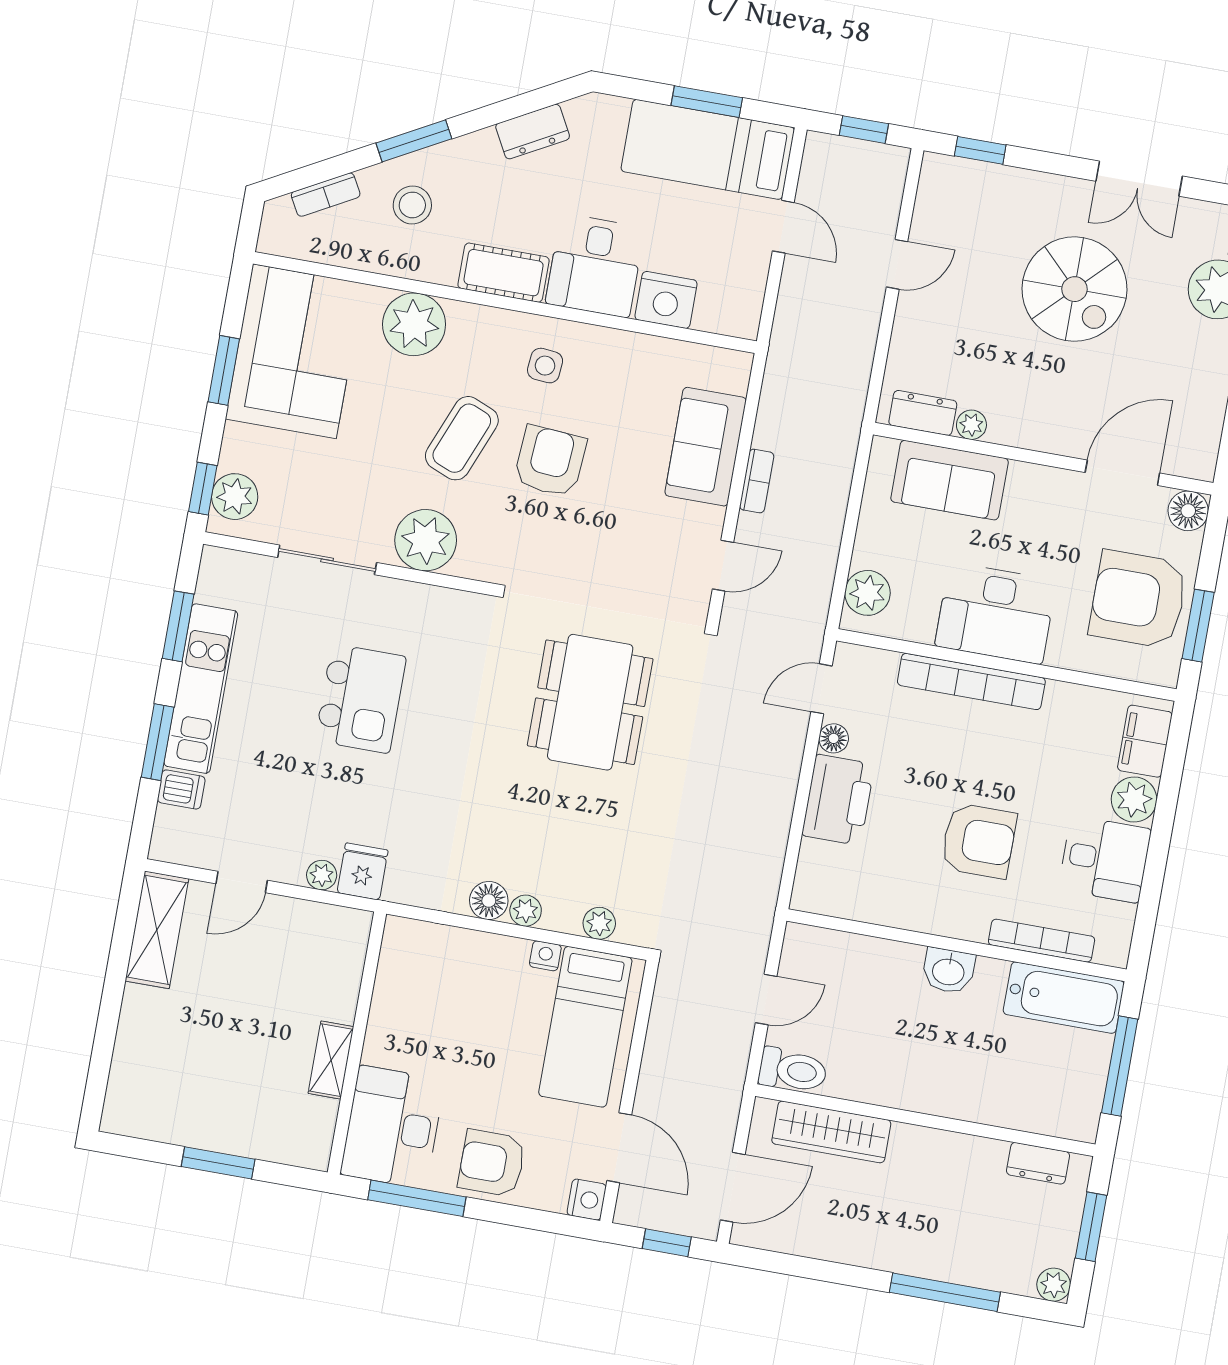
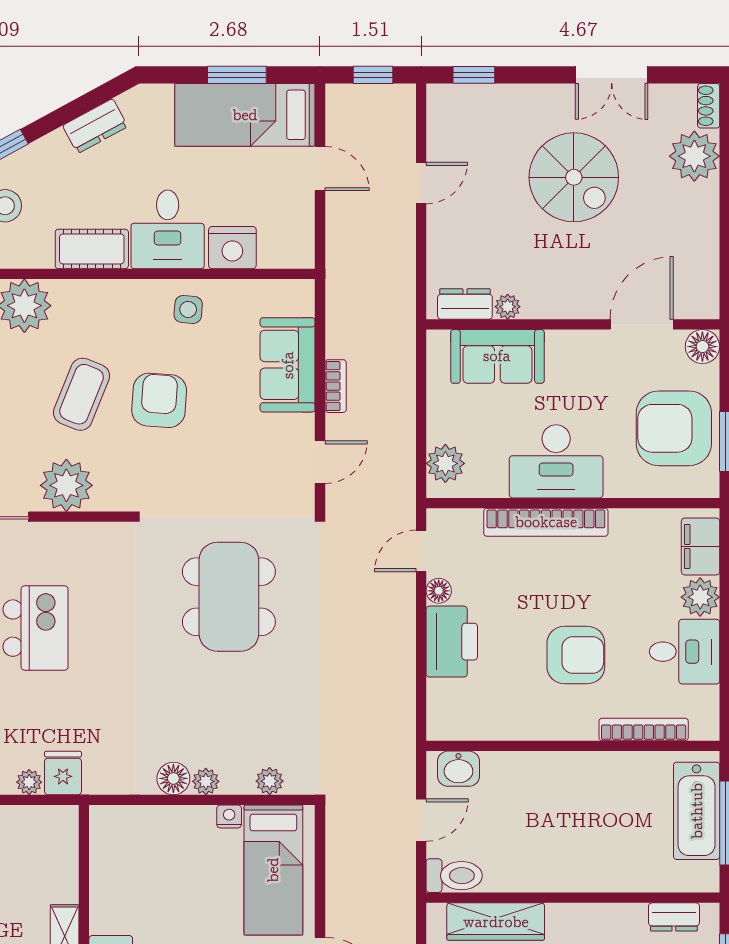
side table: (545, 366) -> (188, 309), moved
washbasin: (948, 971) -> (458, 769), moved
bathtub: (1064, 998) -> (697, 811), moved, turned 90

